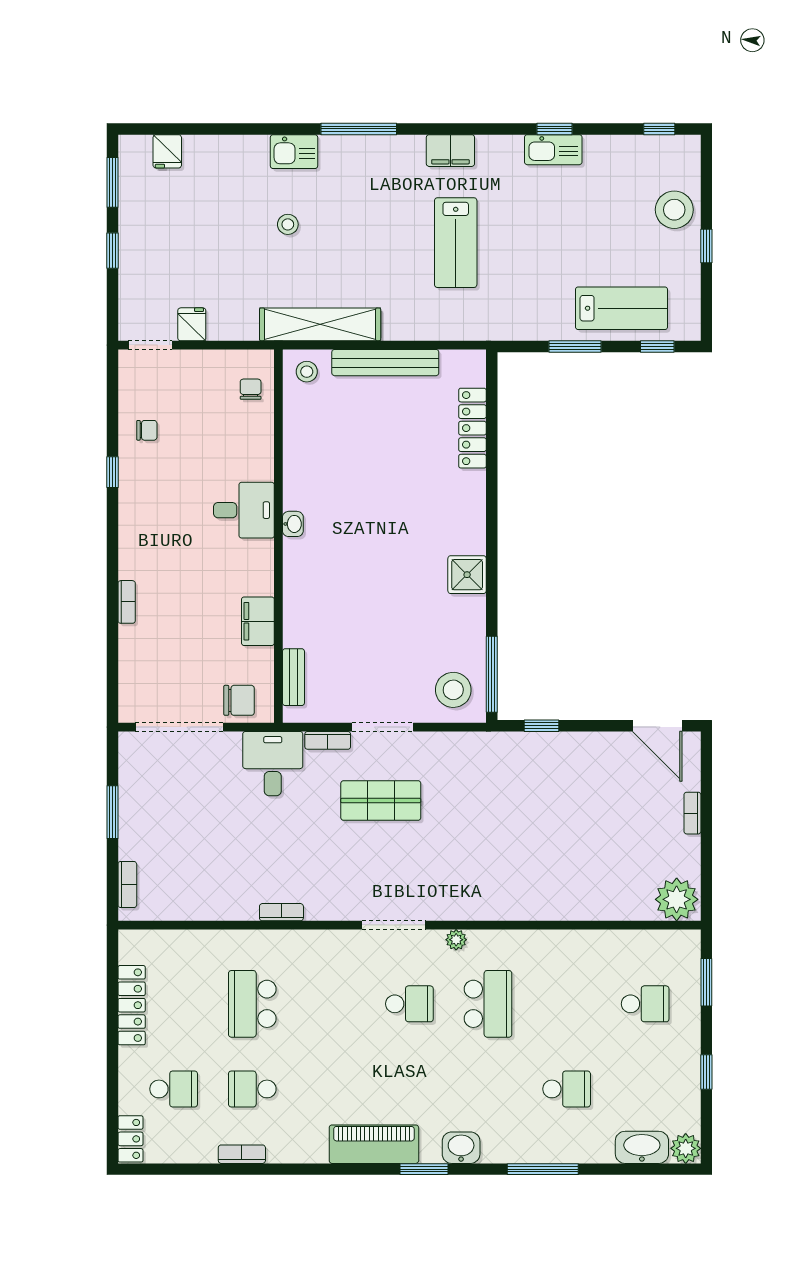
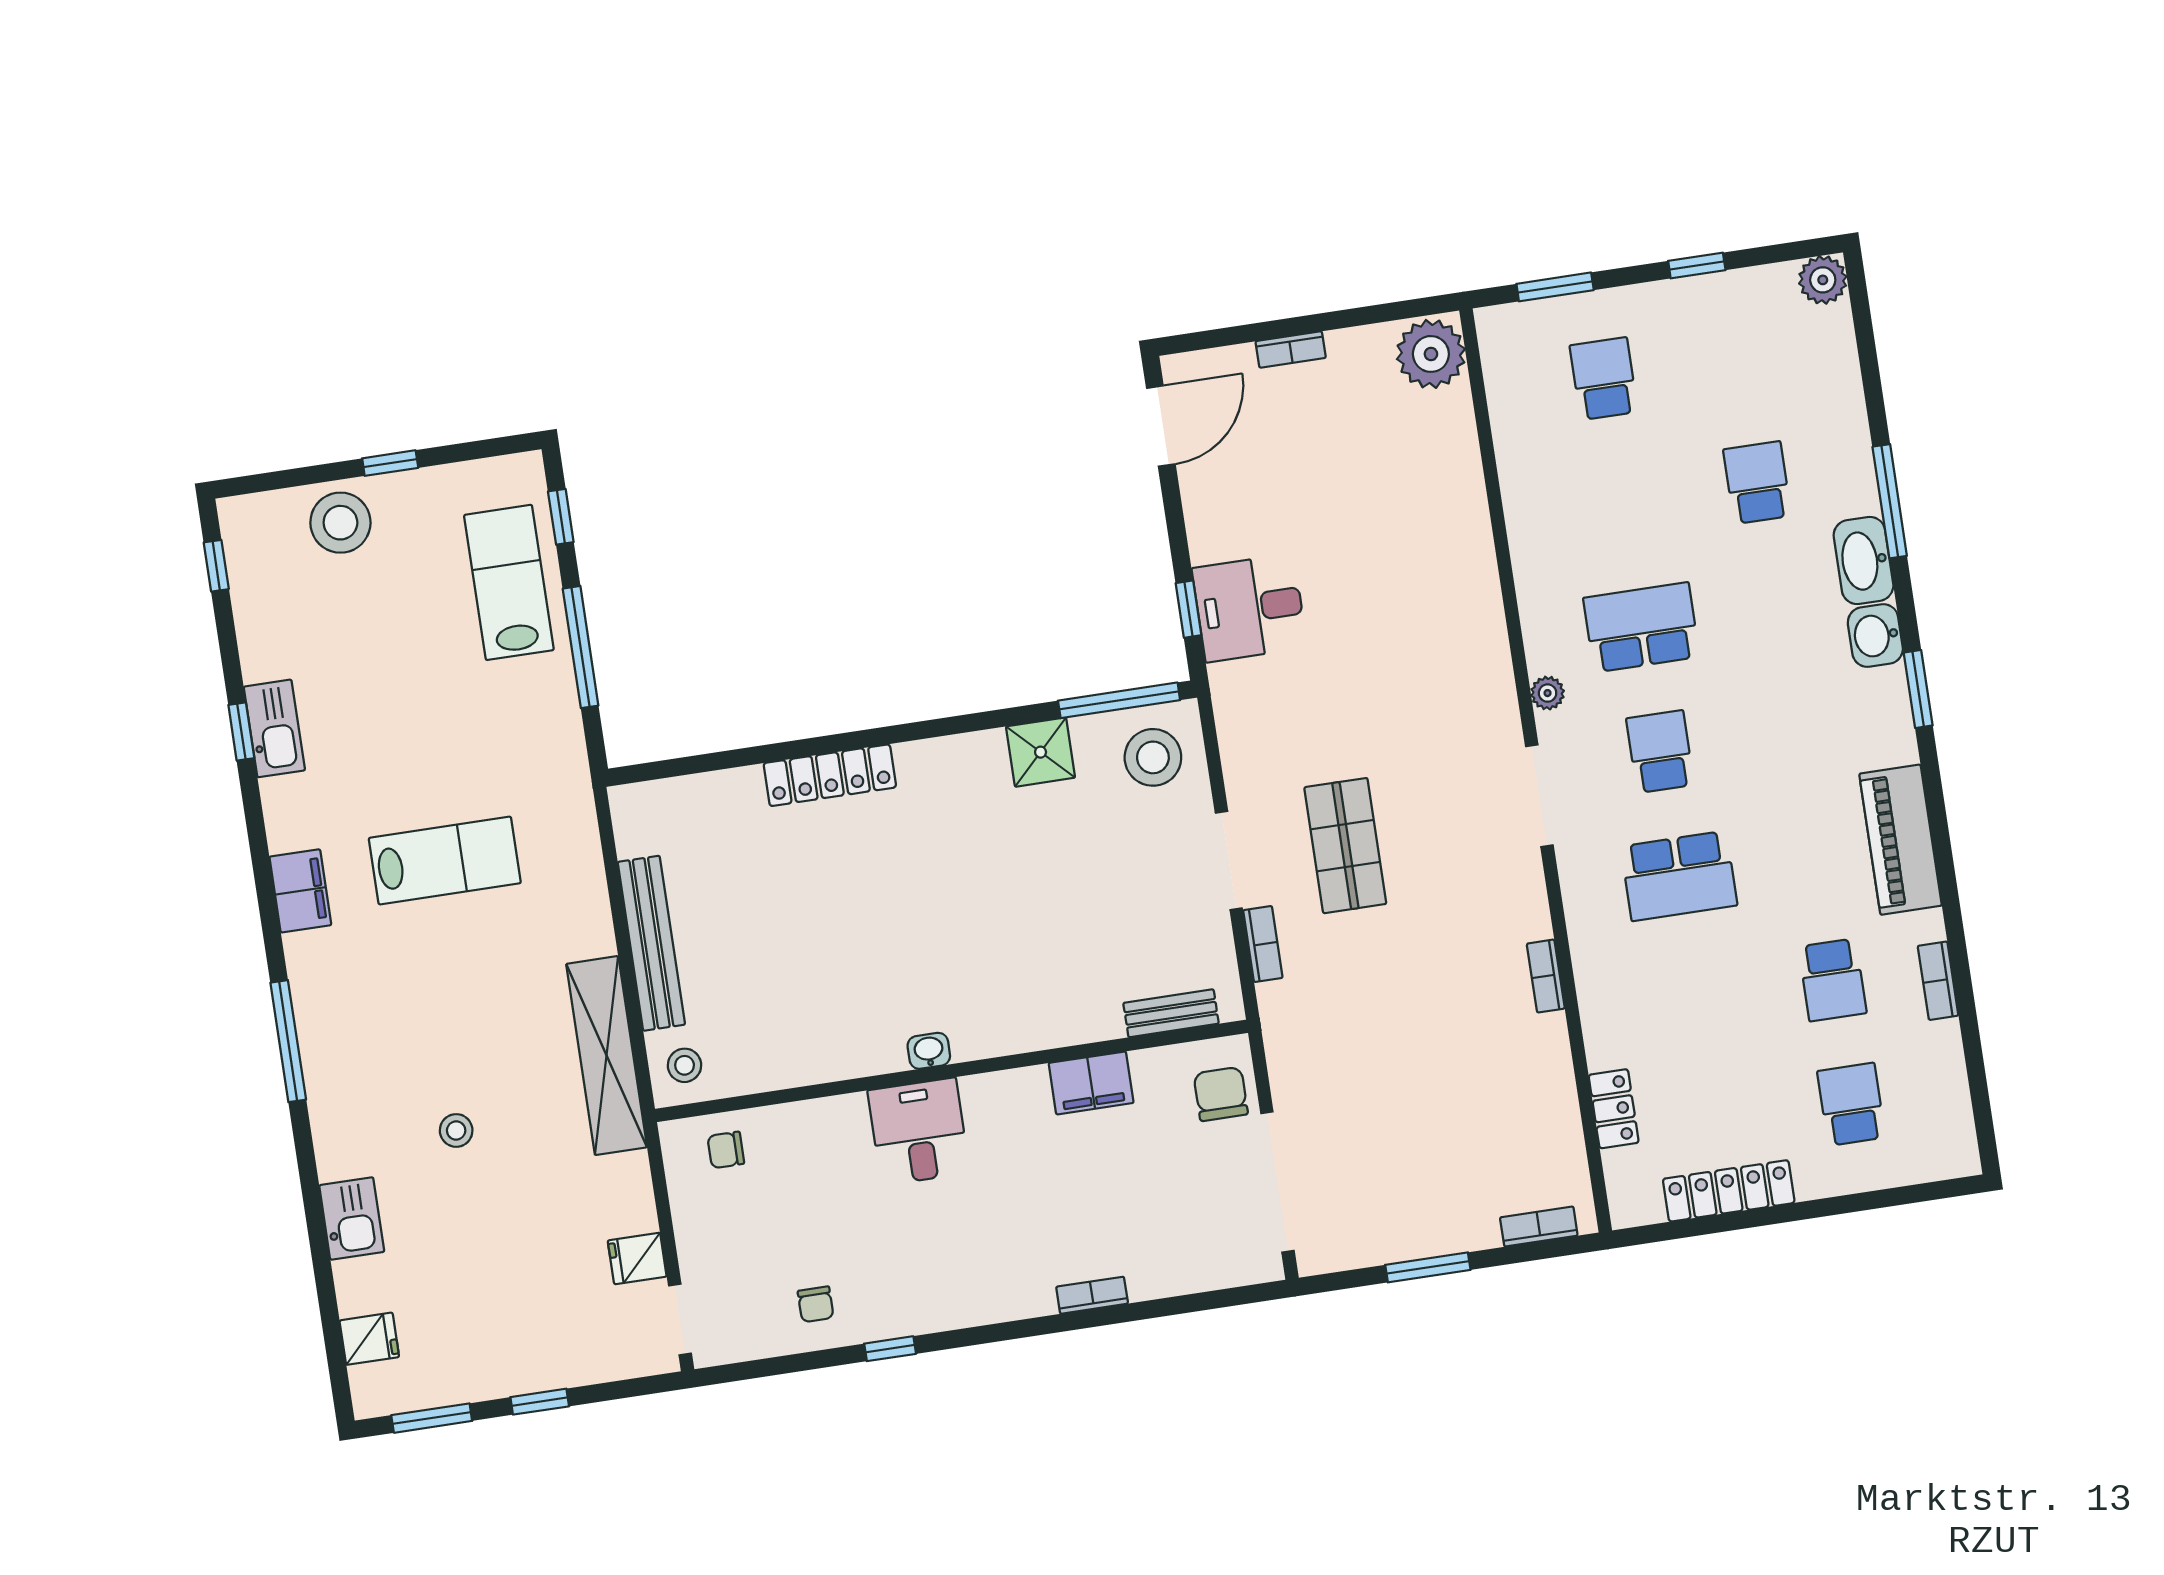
kitchen sink: (294, 152) -> (352, 1219), moved
window: (575, 346) -> (581, 647), width x1.44
locker: (472, 428) -> (830, 775), moved
chair: (147, 430) -> (816, 1304), turned 180
shower: (467, 575) -> (1041, 752), moved
desk: (273, 764) -> (1250, 608), moved
school desk: (252, 1004) -> (1679, 876), moved
locker: (130, 1139) -> (1614, 1109), moved, turned 90
piano: (374, 1144) -> (1900, 840), moved
washbasin: (642, 1147) -> (1863, 560), moved

